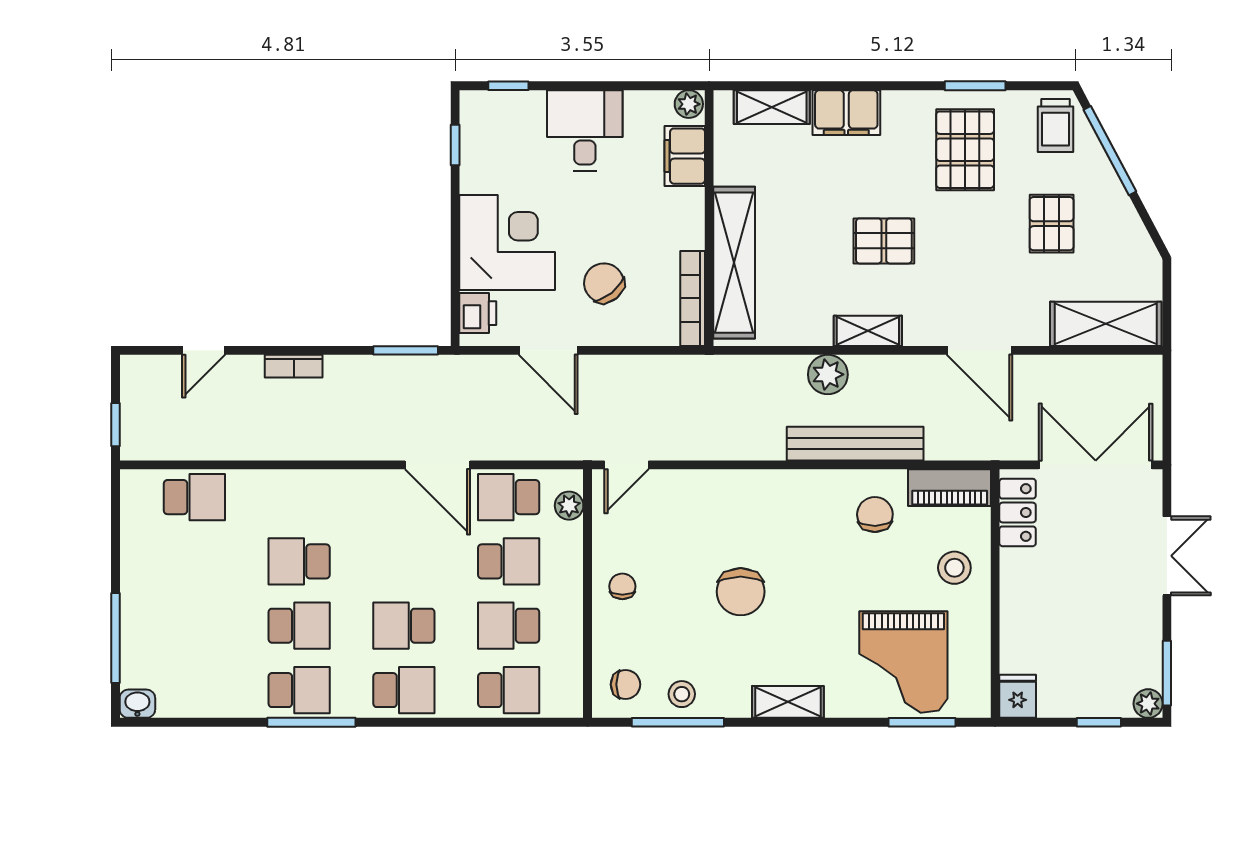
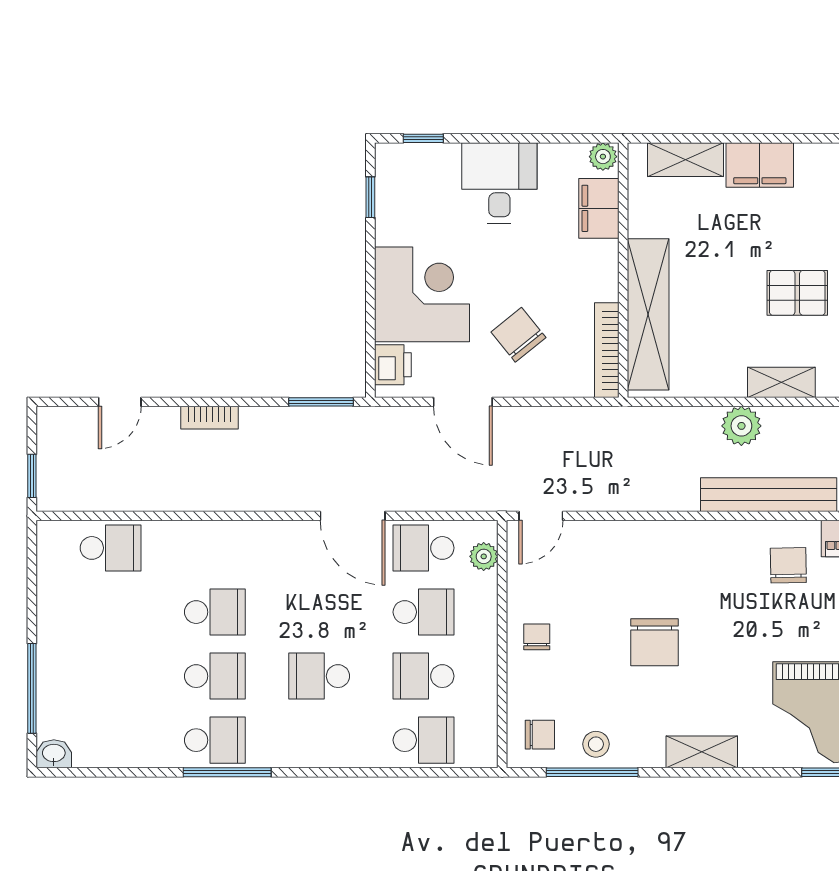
school desk: (299, 561) -> (215, 612), turned 180
school desk: (404, 690) -> (319, 740), removed

